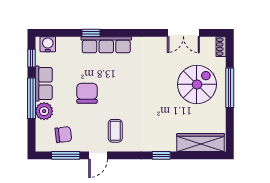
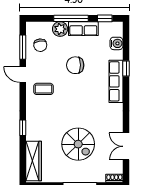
water cooler: (48, 44) -> (116, 43), moved
spiral stairs: (197, 84) -> (78, 144), moved
chair: (87, 93) -> (75, 65), turned 180

